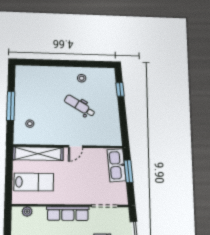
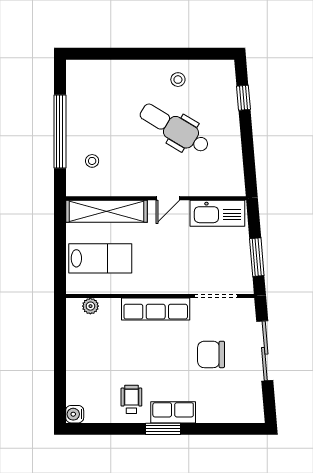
window: (11, 106) -> (60, 131), width x1.46
dental chair: (80, 106) -> (175, 128), width x1.36, depth x1.38
kitchen sink: (116, 165) -> (217, 213), moved, turned -85
window: (128, 171) -> (257, 257), moved

